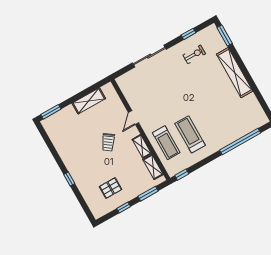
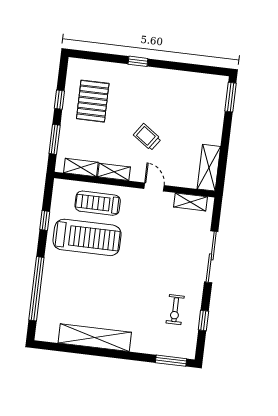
shelving: (235, 73) -> (95, 338), moved
shelving: (127, 91) -> (191, 202), added
shelving: (89, 101) -> (209, 168), moved
treadmill: (190, 134) -> (87, 237), width x1.37, depth x1.38
window: (182, 175) -> (45, 221), moved
pallet: (111, 188) -> (93, 101), width x1.50, depth x1.42

